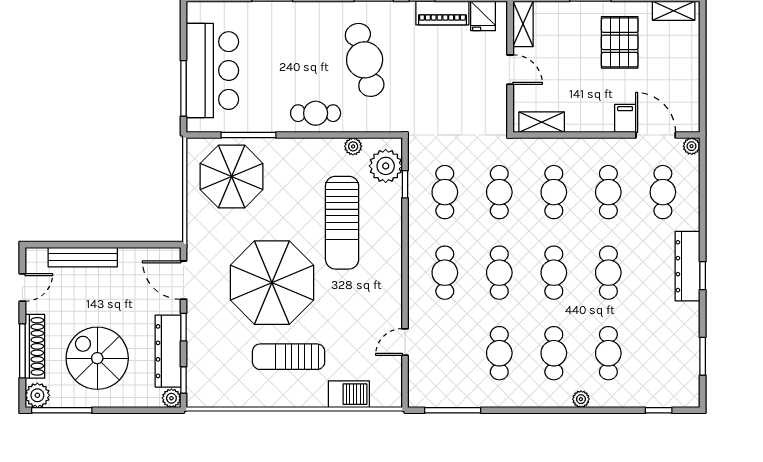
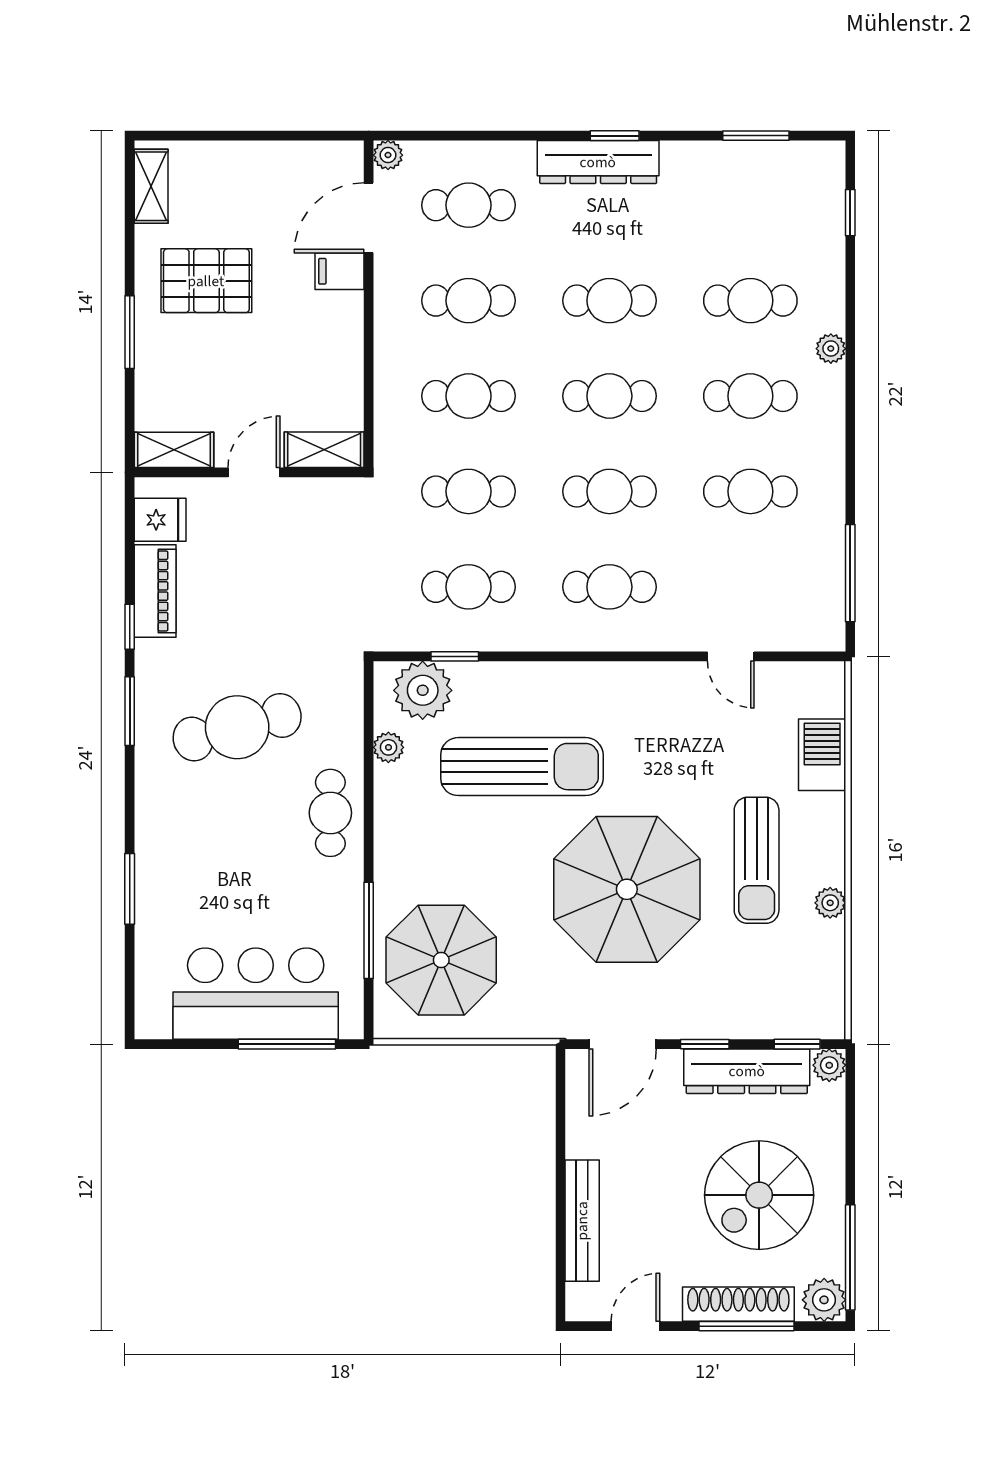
shelving: (542, 122) -> (324, 450), moved, turned 90
door: (22, 287) -> (635, 1326), hinge flipped
plant: (264, 399) -> (830, 903), added

